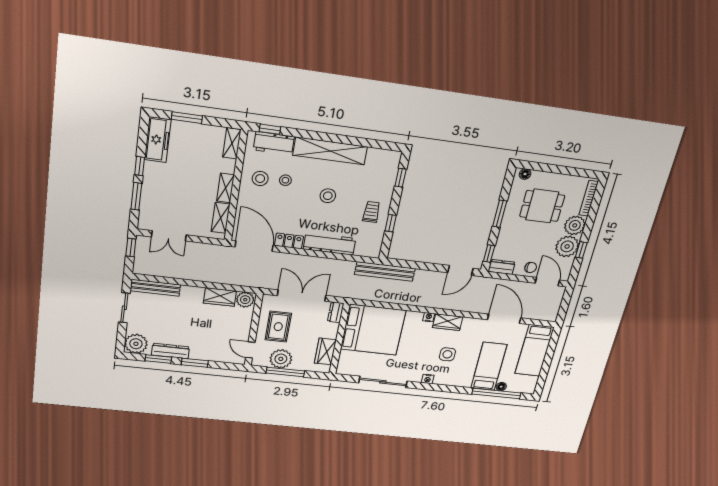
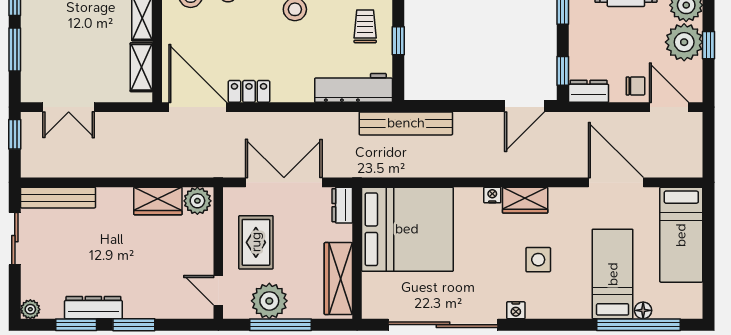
workbench: (330, 244) -> (354, 88), moved
plant: (136, 344) -> (30, 309), width x0.53, depth x0.53
wardrobe: (325, 351) -> (338, 279), width x1.50
sliding door: (383, 382) -> (443, 325), width x1.36

